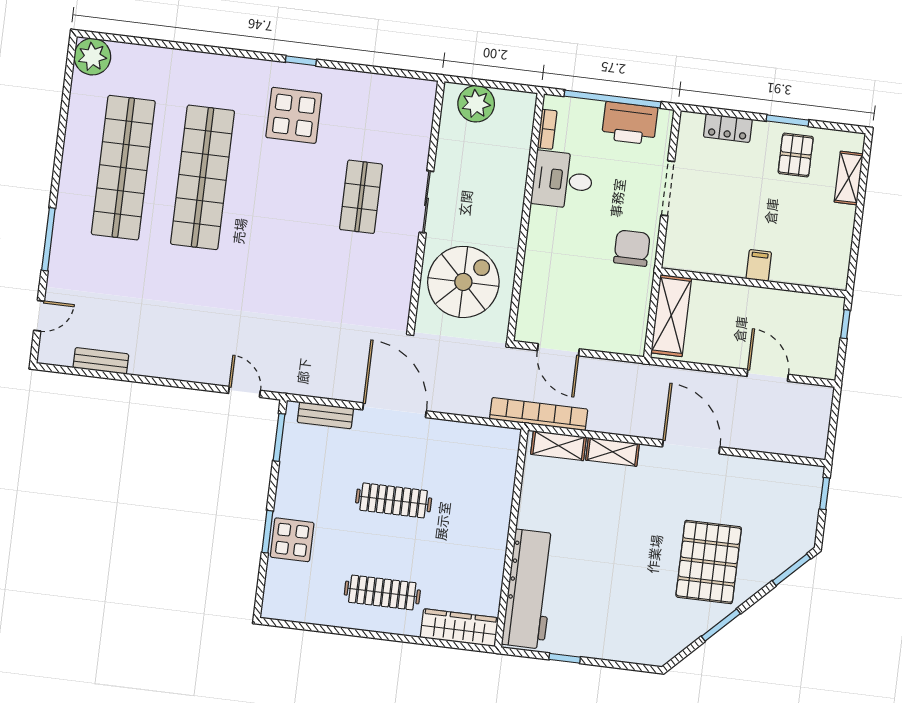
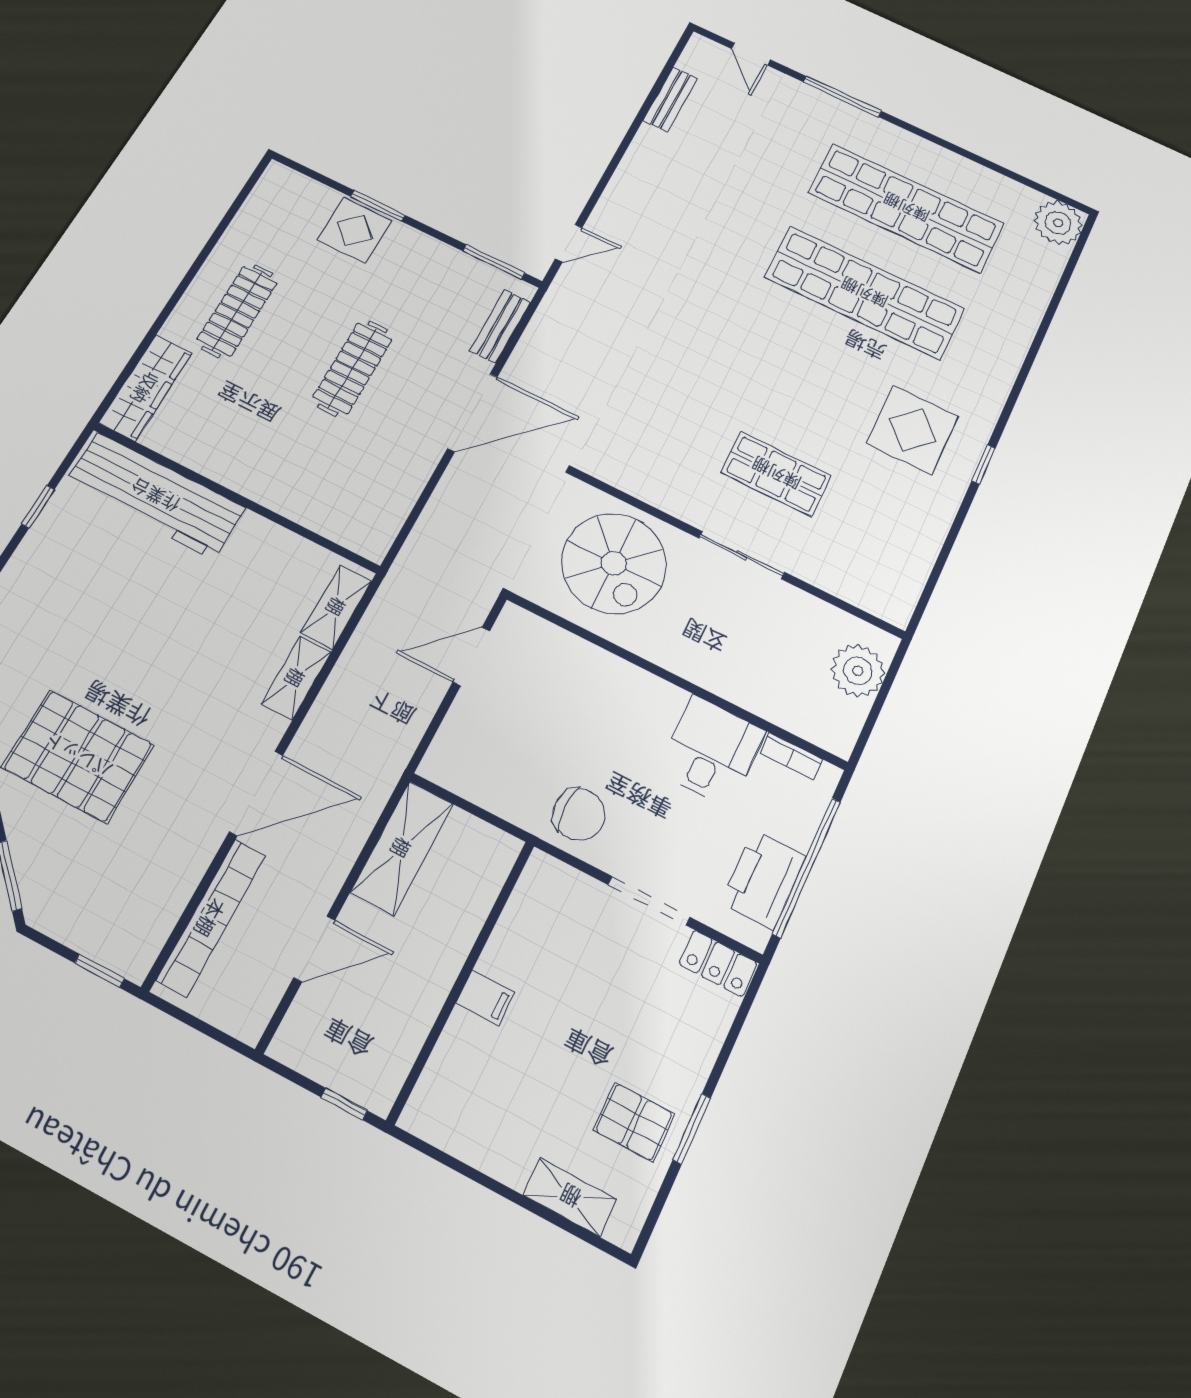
locker: (728, 128) -> (718, 963), moved, turned -90
shelving: (671, 316) -> (402, 848), moved, turned 90
bookcase: (539, 414) -> (211, 918), moved

